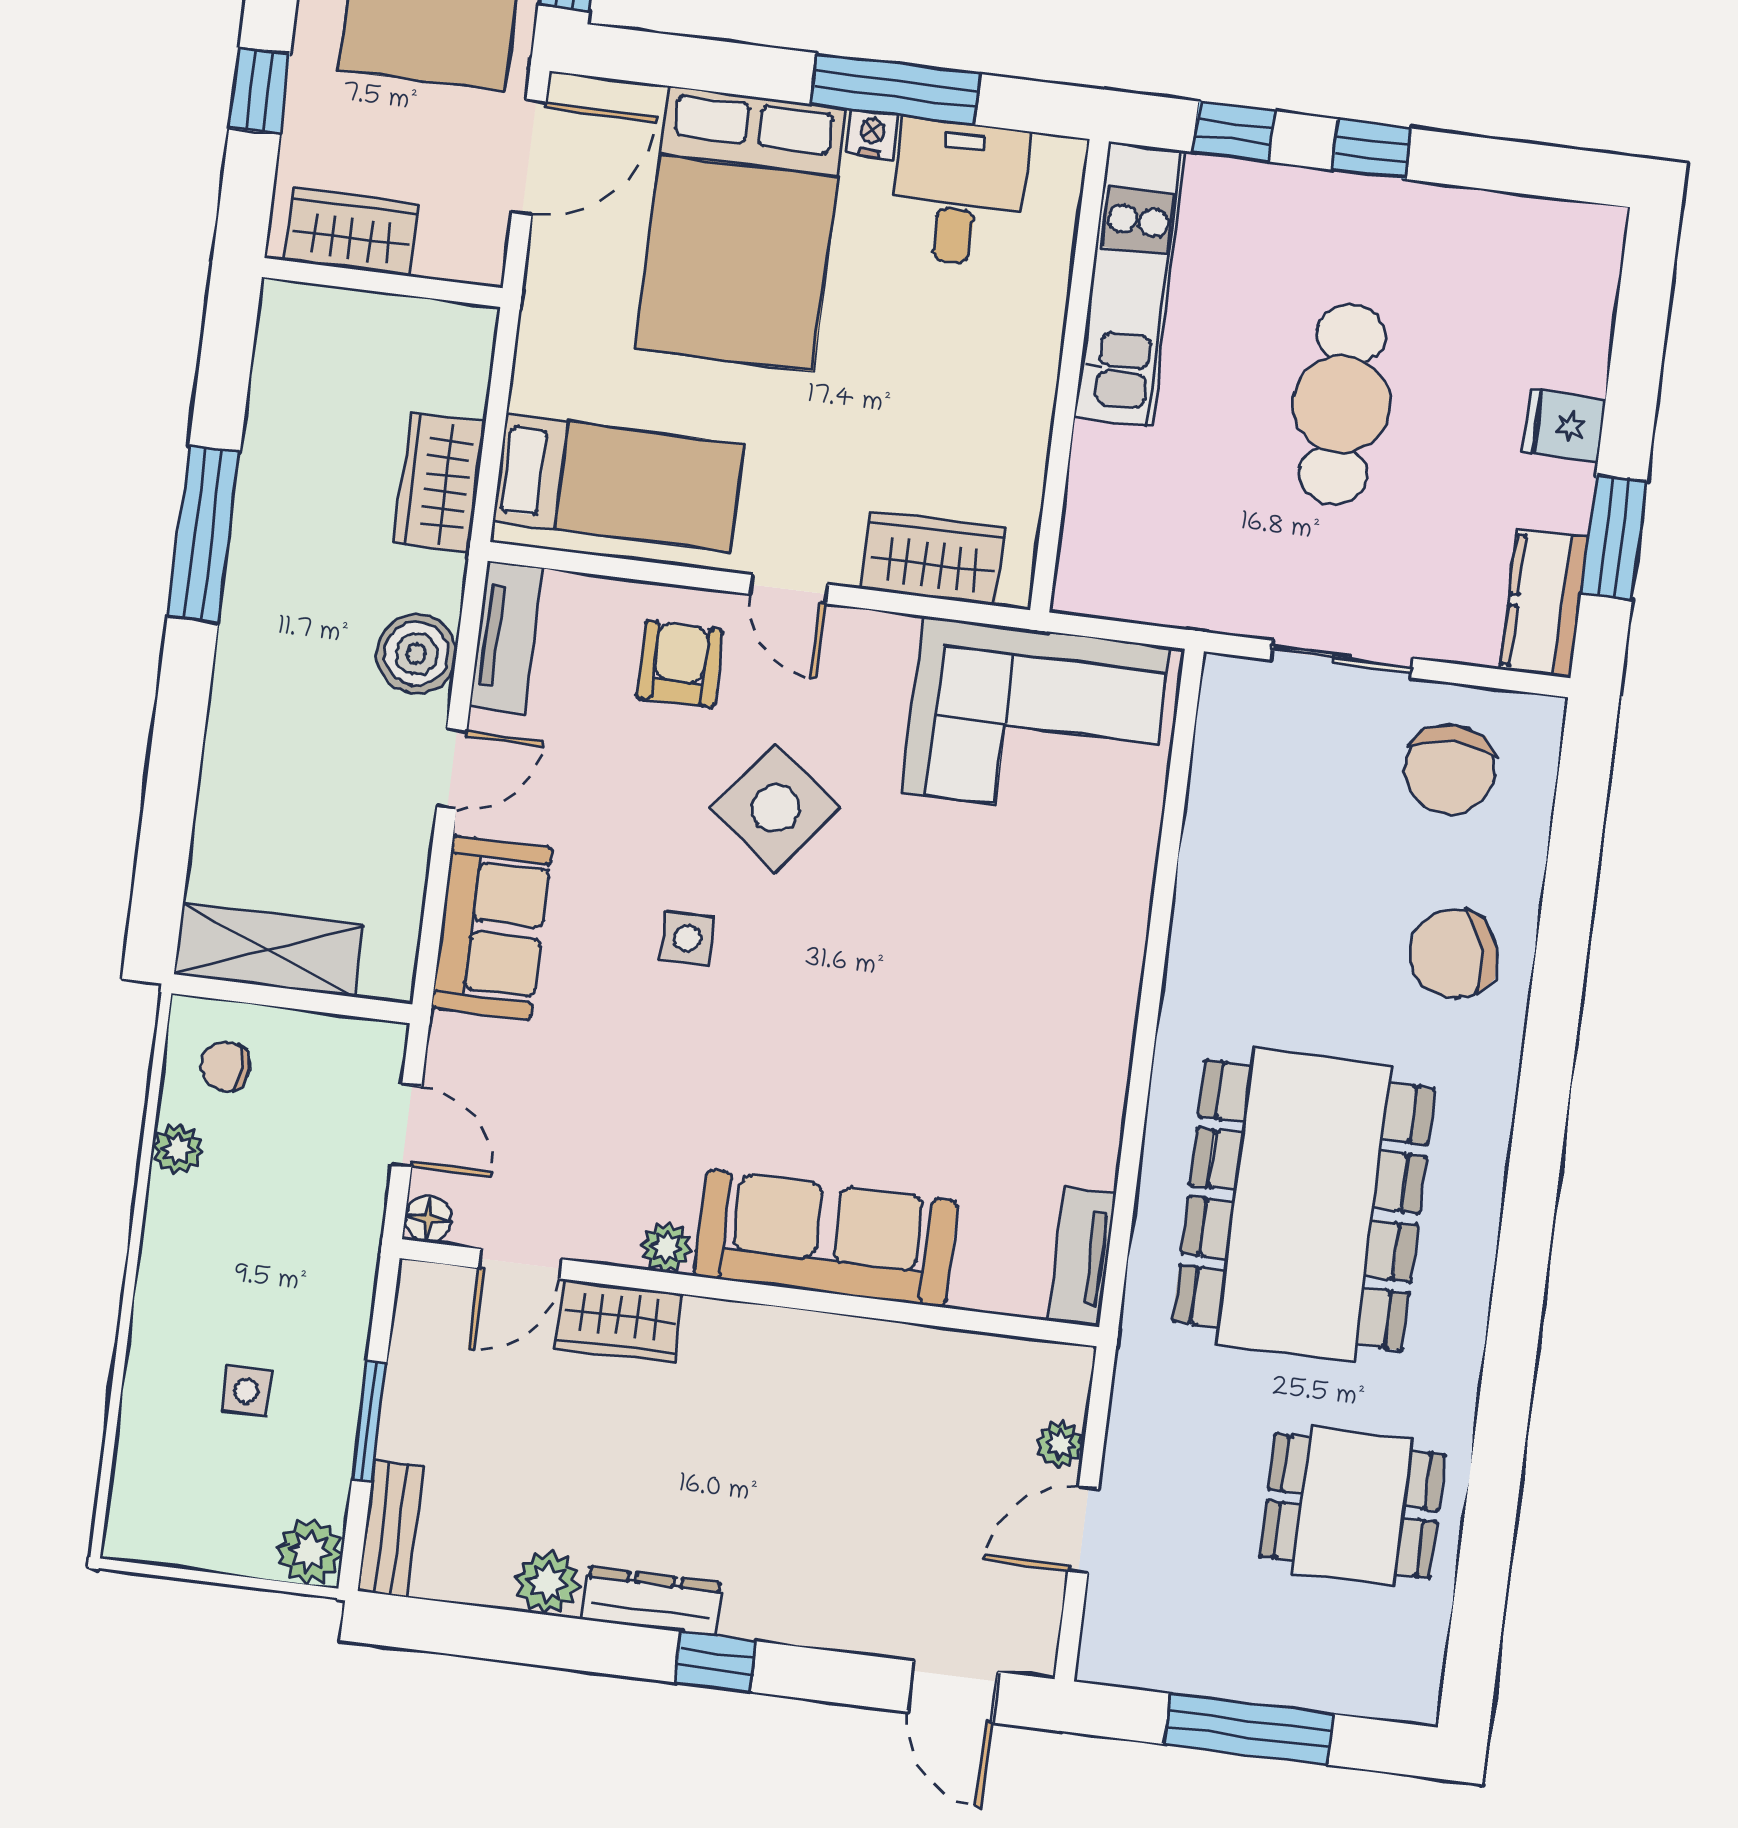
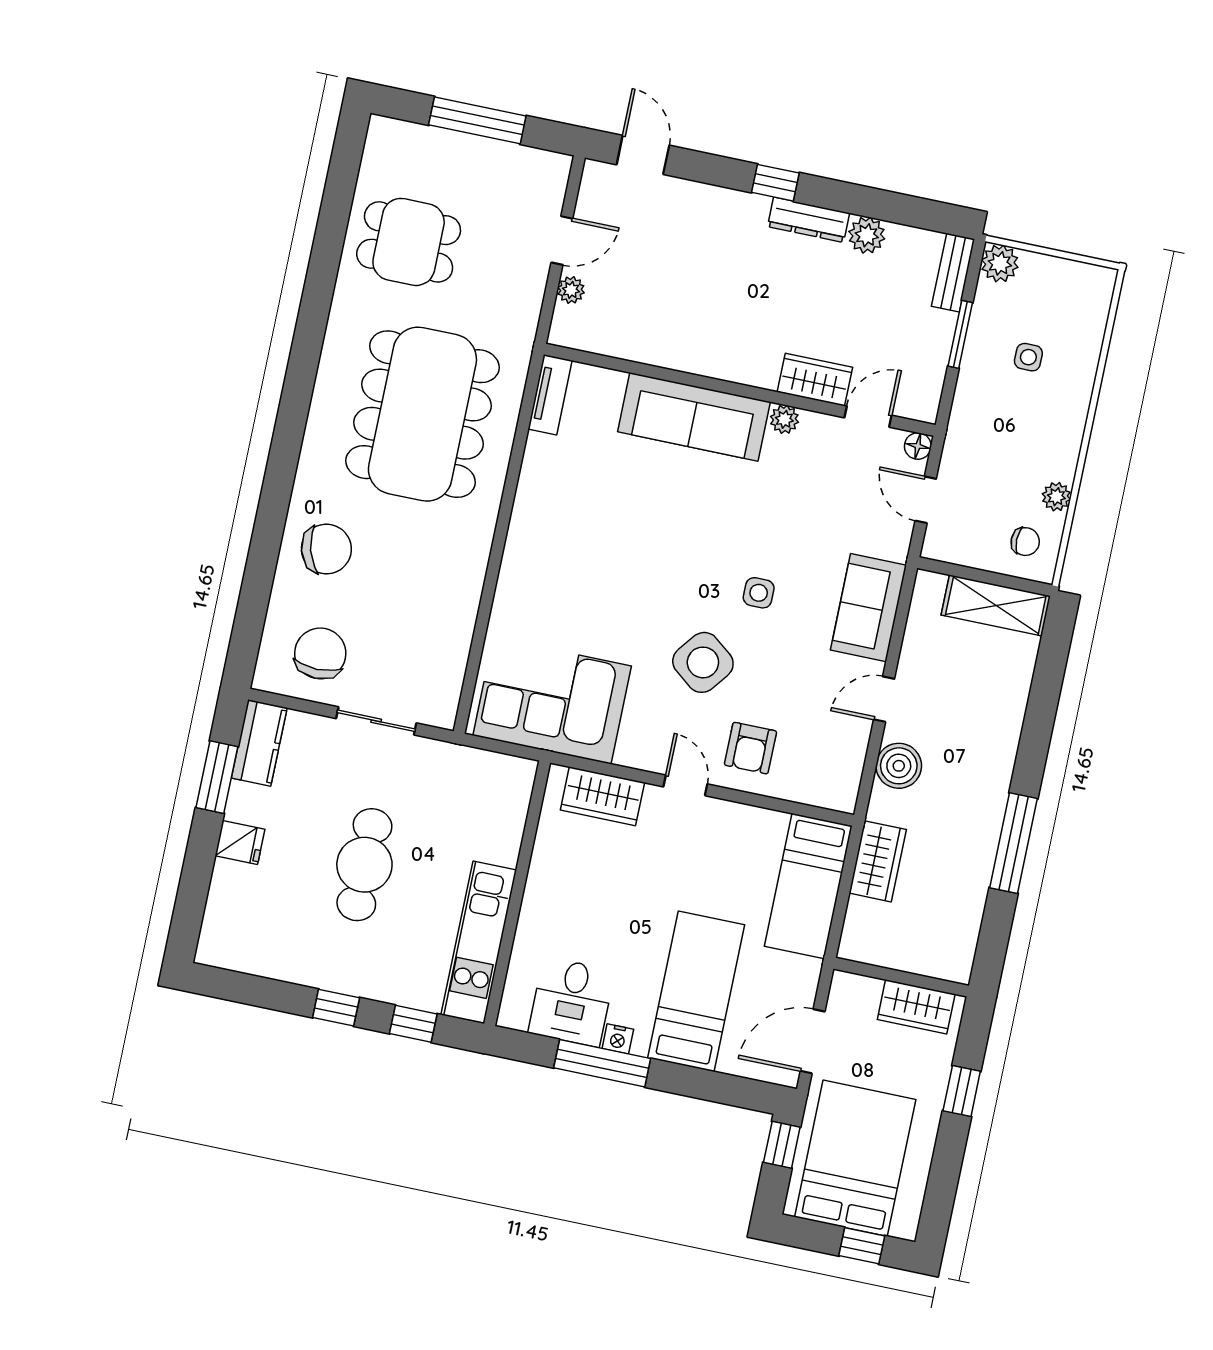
bed: (741, 228) -> (696, 991), width x0.67
bed: (618, 483) -> (808, 886), moved, turned -90
tv unit: (506, 637) -> (847, 771), removed

